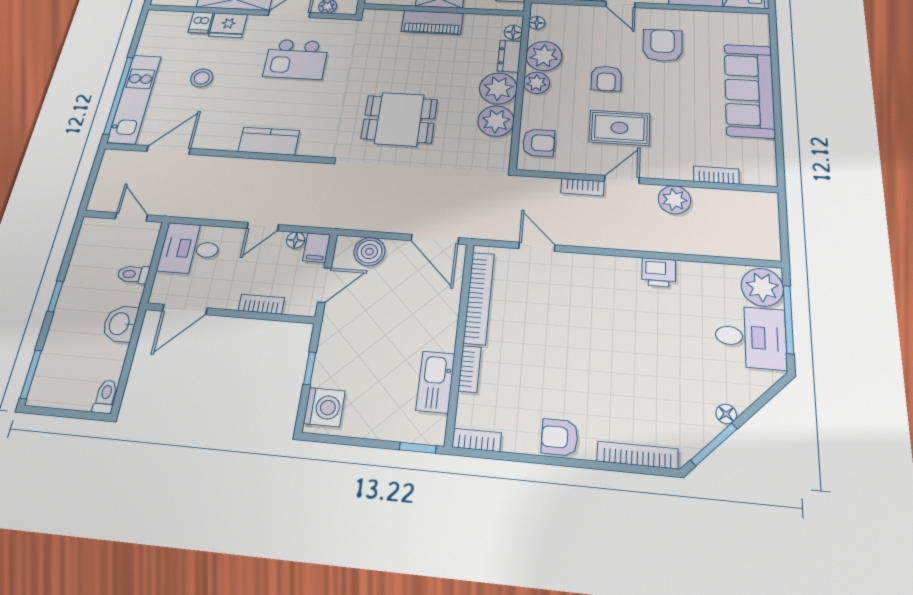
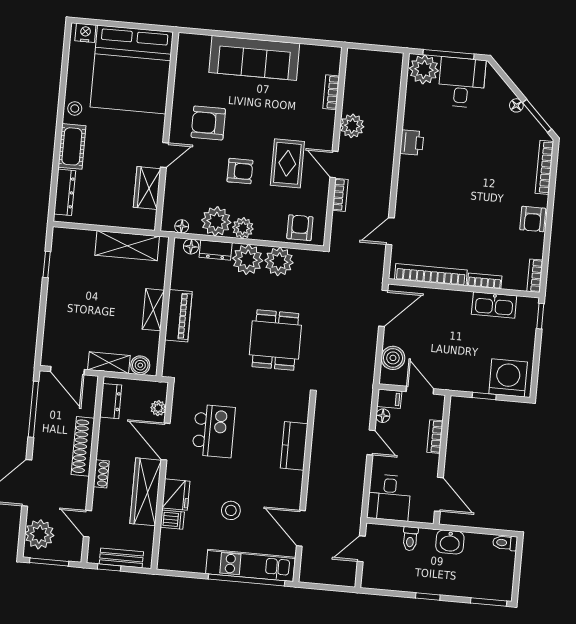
washing machine: (324, 407) -> (508, 378), width x1.37, depth x1.37

